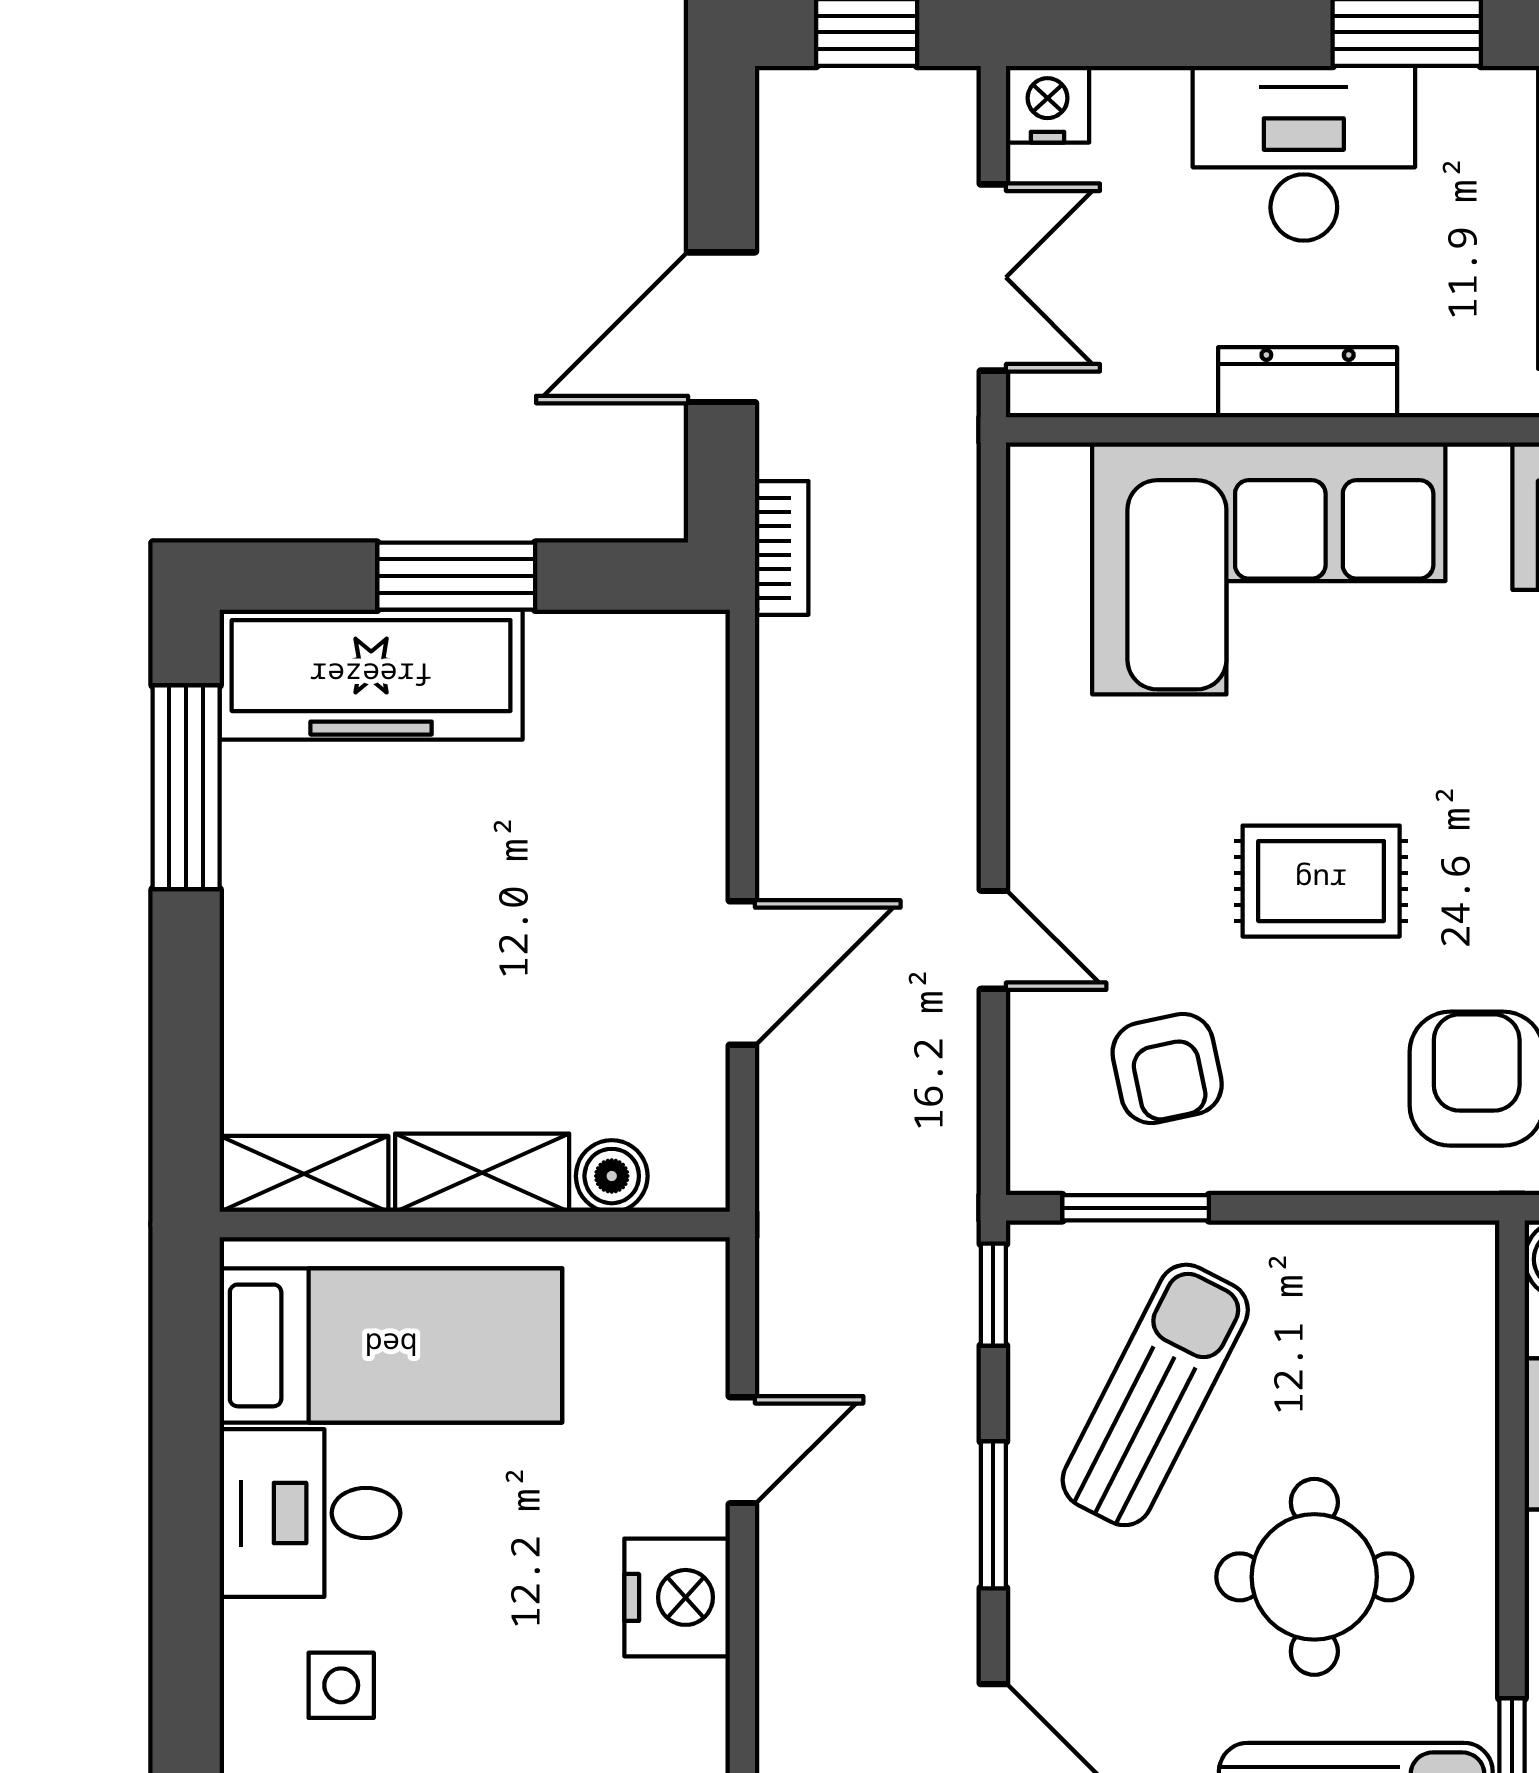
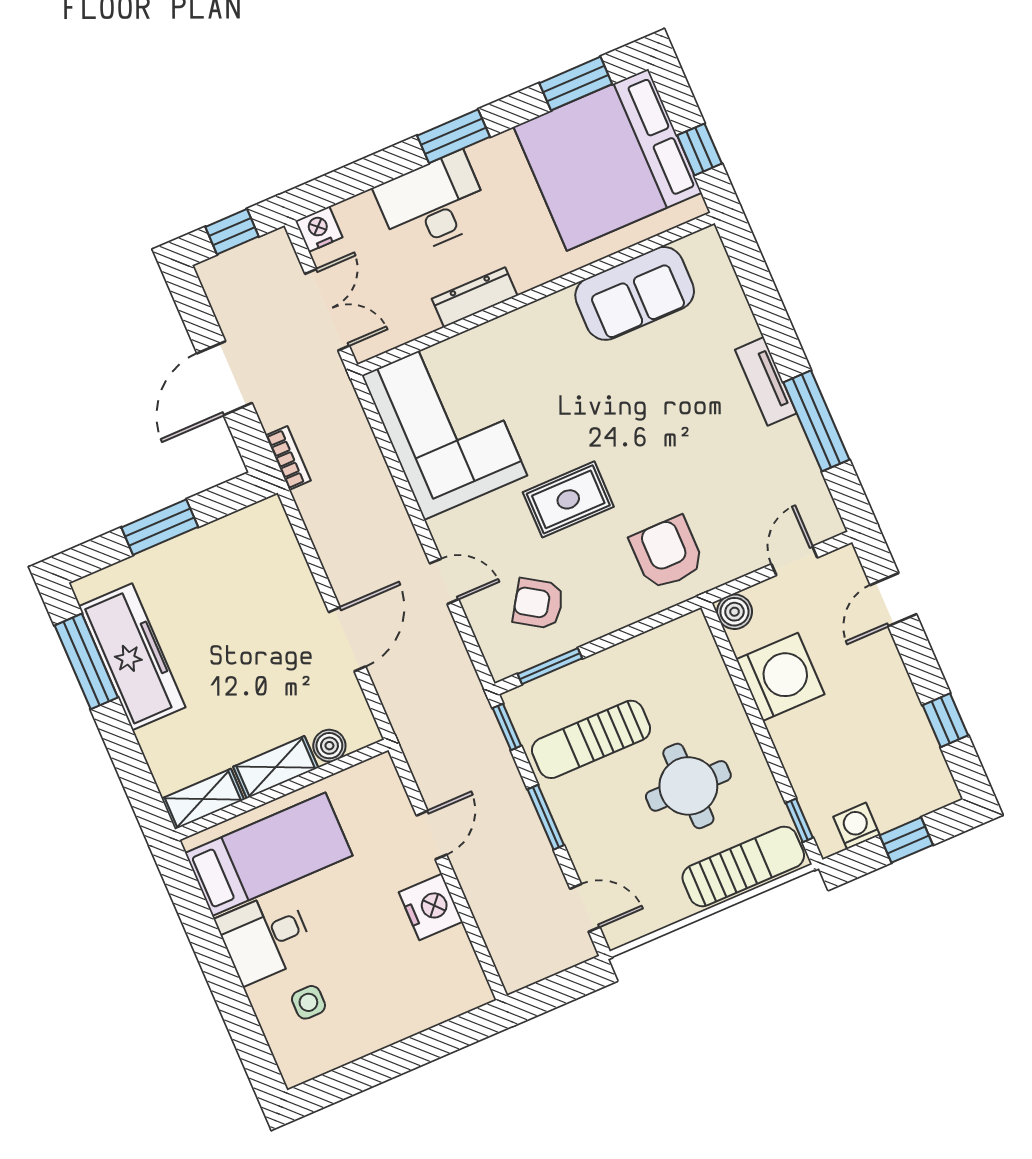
corner sofa: (1269, 568) -> (444, 425), moved, turned -90
freezer: (371, 675) -> (132, 657), moved, turned -90
armchair: (1167, 1069) -> (538, 603), turned 135
sun lounger: (1155, 1395) -> (591, 739), turned -117

